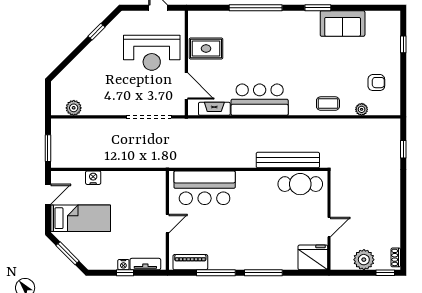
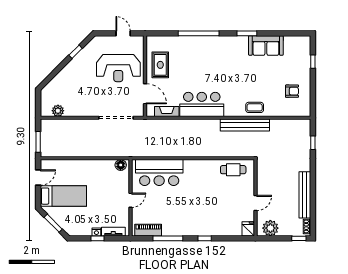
rug: (206, 49) -> (160, 65), turned 90
plant: (362, 109) -> (281, 112), removed
bench: (288, 160) -> (245, 125), moved
nightstand: (93, 178) -> (73, 165), removed
floor lamp: (155, 178) -> (121, 165), added
cafe table: (300, 184) -> (233, 170), width x0.73, depth x0.74
bench: (393, 217) -> (305, 195), added
fridge: (313, 257) -> (248, 229), width x0.53, depth x0.75
plant: (364, 260) -> (270, 228), moved
window: (263, 273) -> (205, 238), width x0.46

